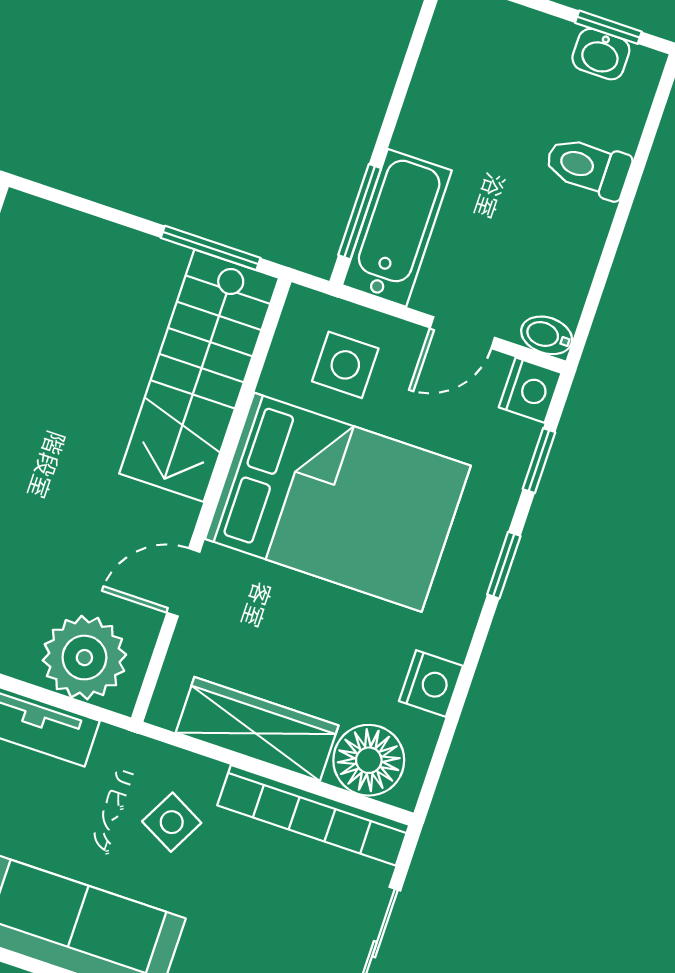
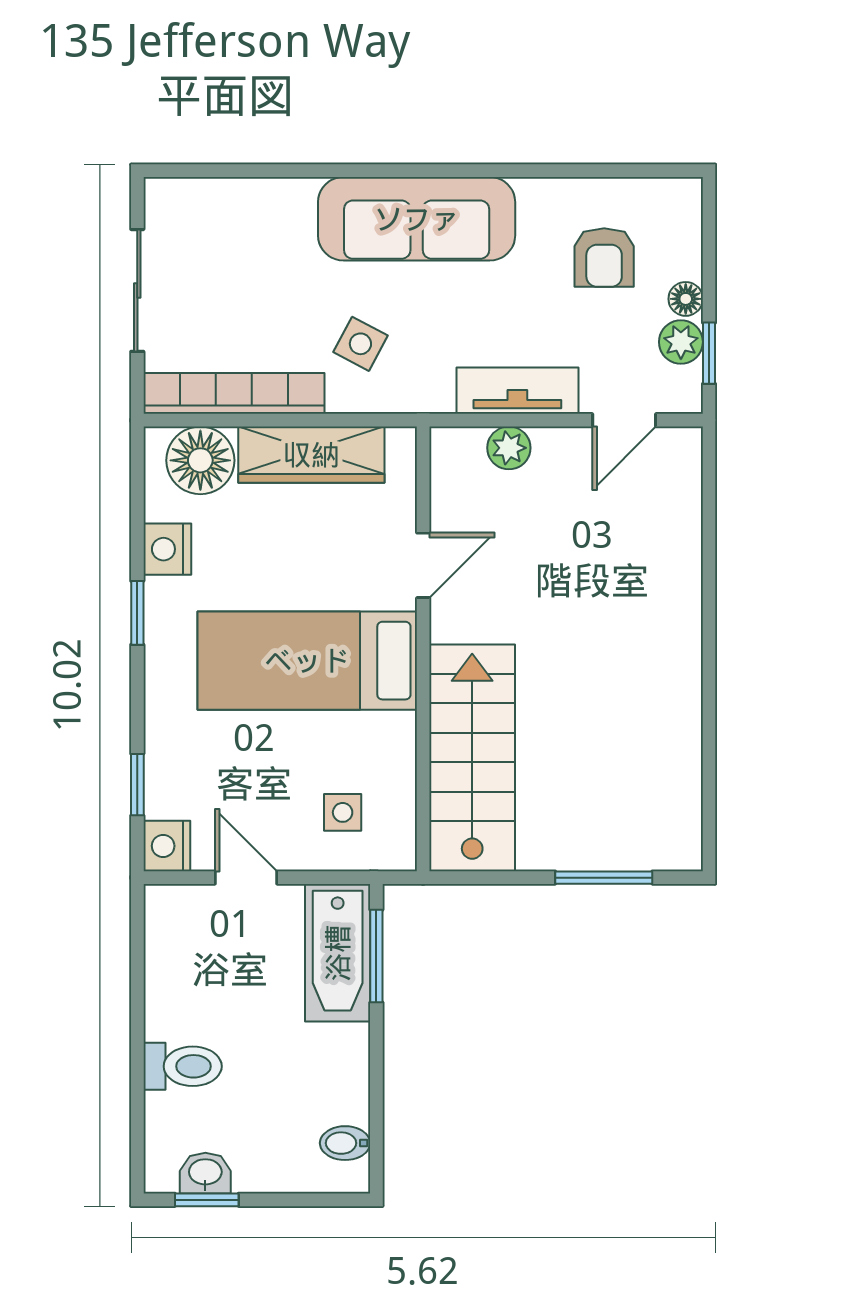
window: (211, 248) -> (604, 878), moved
door: (462, 333) -> (246, 878), hinge flipped
bidet: (547, 335) -> (345, 1143), moved, turned 180
side table: (345, 365) -> (343, 812), width x0.73, depth x0.73
bed: (338, 502) -> (307, 661), width x0.67
window: (504, 565) -> (137, 613), moved
plant: (84, 658) -> (509, 448), width x0.53, depth x0.53

